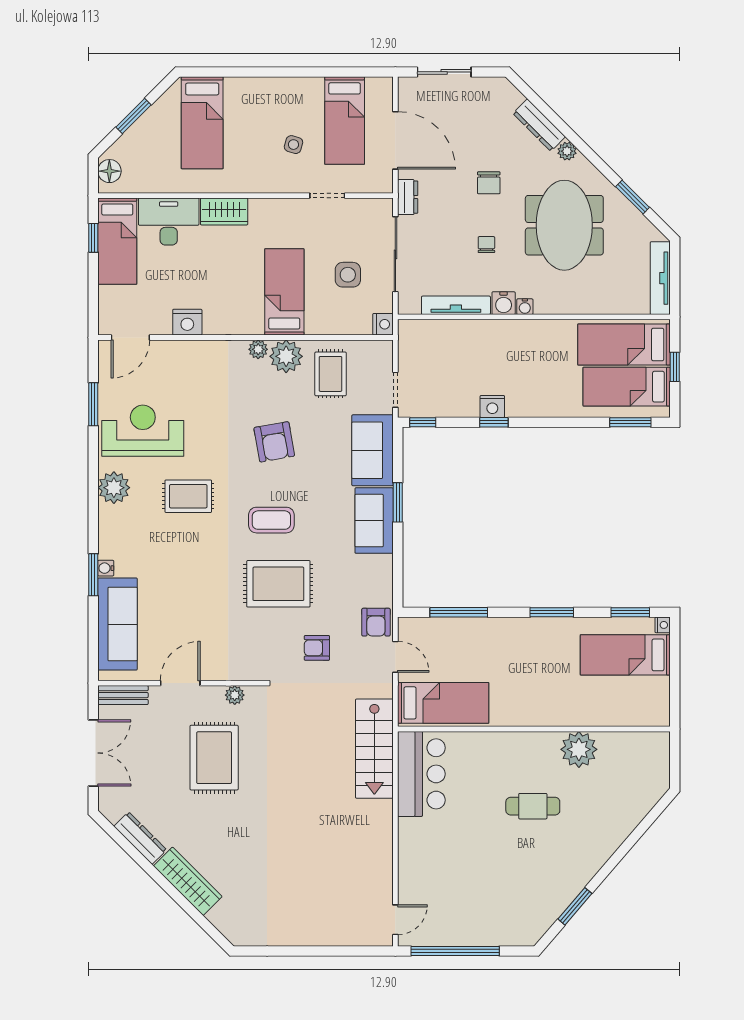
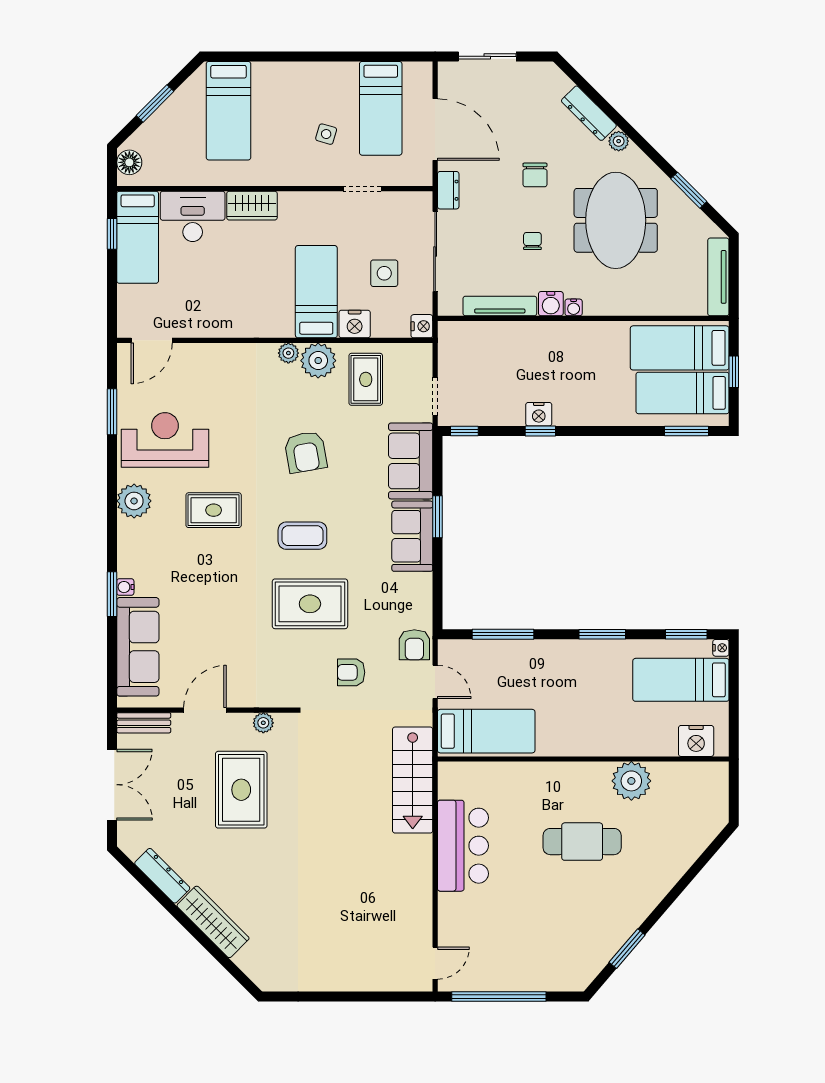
nightstand: (187, 322) -> (355, 324), moved
nightstand: (639, 712) -> (696, 741), added
bar counter: (421, 774) -> (463, 846), moved
cafe table: (533, 806) -> (582, 842), width x1.37, depth x1.35

